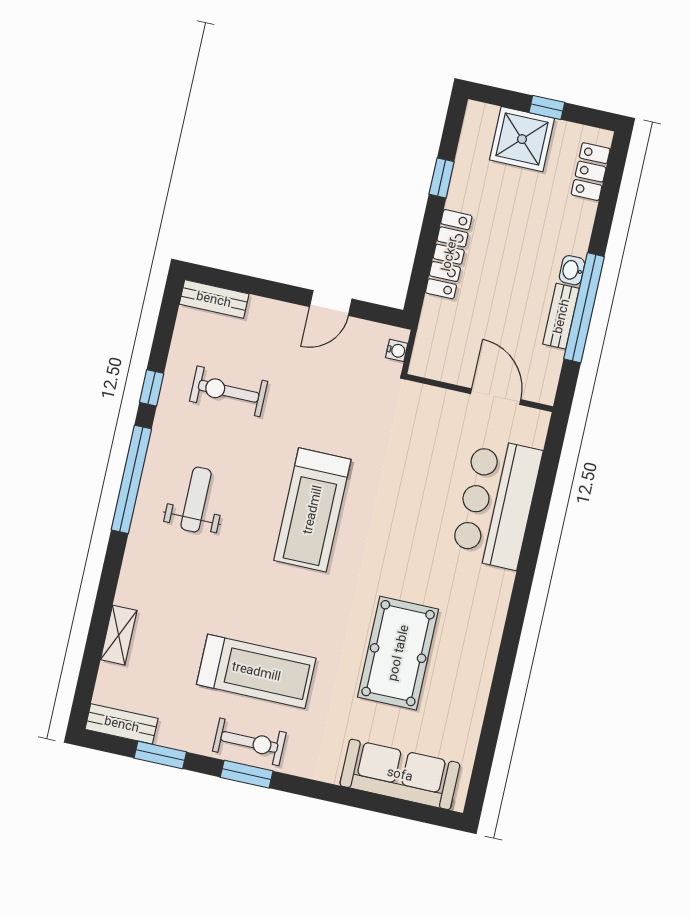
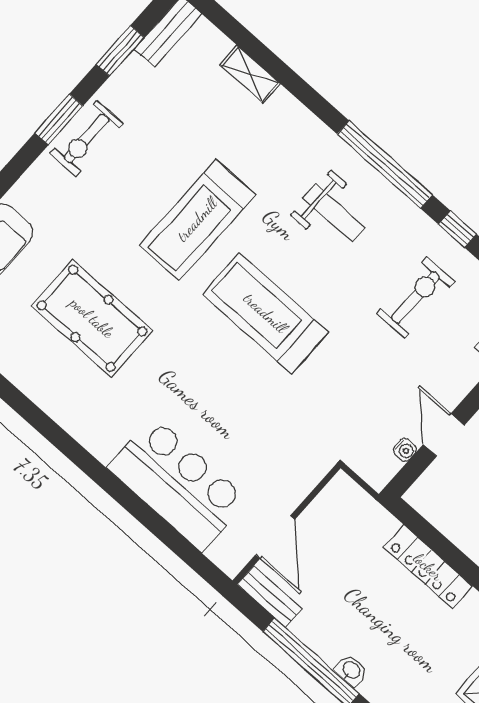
bench: (561, 316) -> (269, 597), moved
water cooler: (397, 350) -> (405, 450), moved, turned -90
door: (496, 397) -> (275, 537), hinge flipped
treadmill: (256, 671) -> (197, 220), moved

